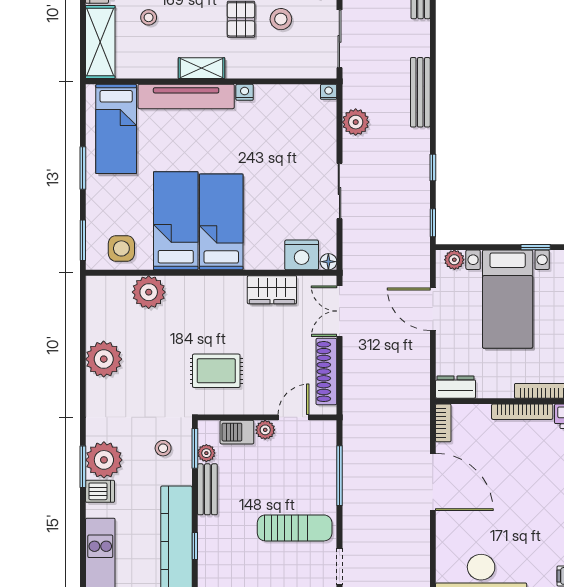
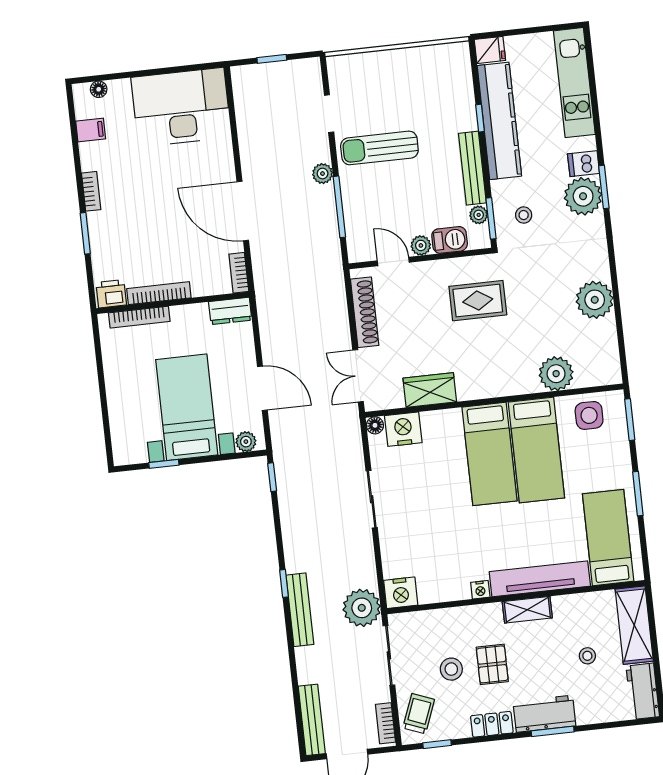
nightstand: (329, 92) -> (401, 593), width x1.89, depth x1.79
plant: (356, 122) -> (362, 608), moved, width x1.36, depth x1.36
window: (433, 168) -> (284, 583), moved
double door: (339, 311) -> (358, 376), swing flipped
door: (293, 417) -> (393, 261), swing flipped
bench: (207, 489) -> (472, 168), width x1.36
plant: (352, 509) -> (323, 174), added

